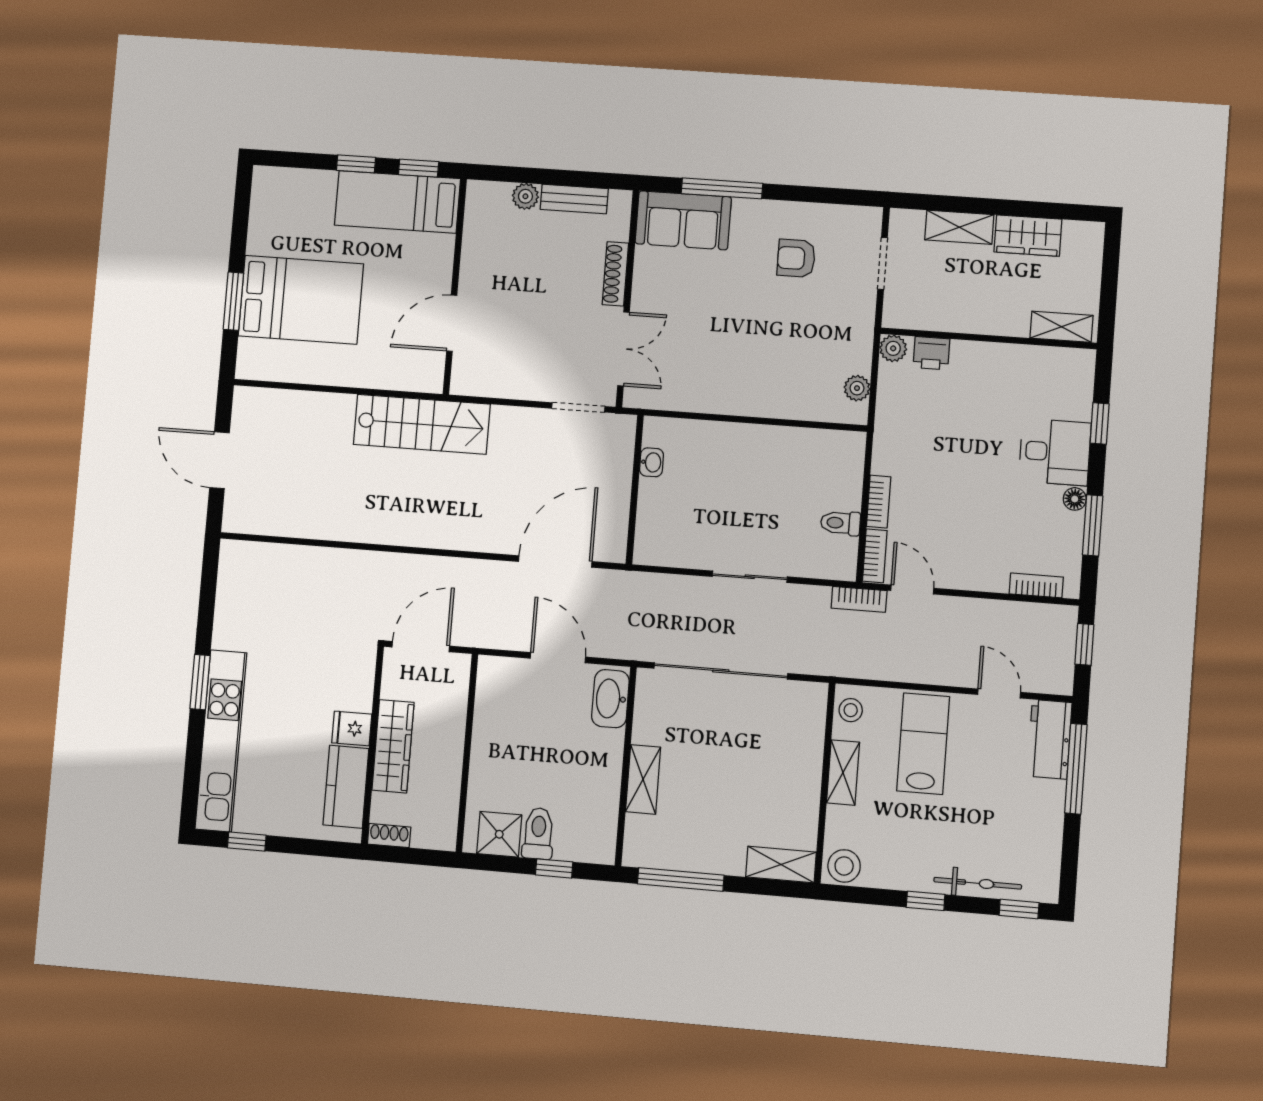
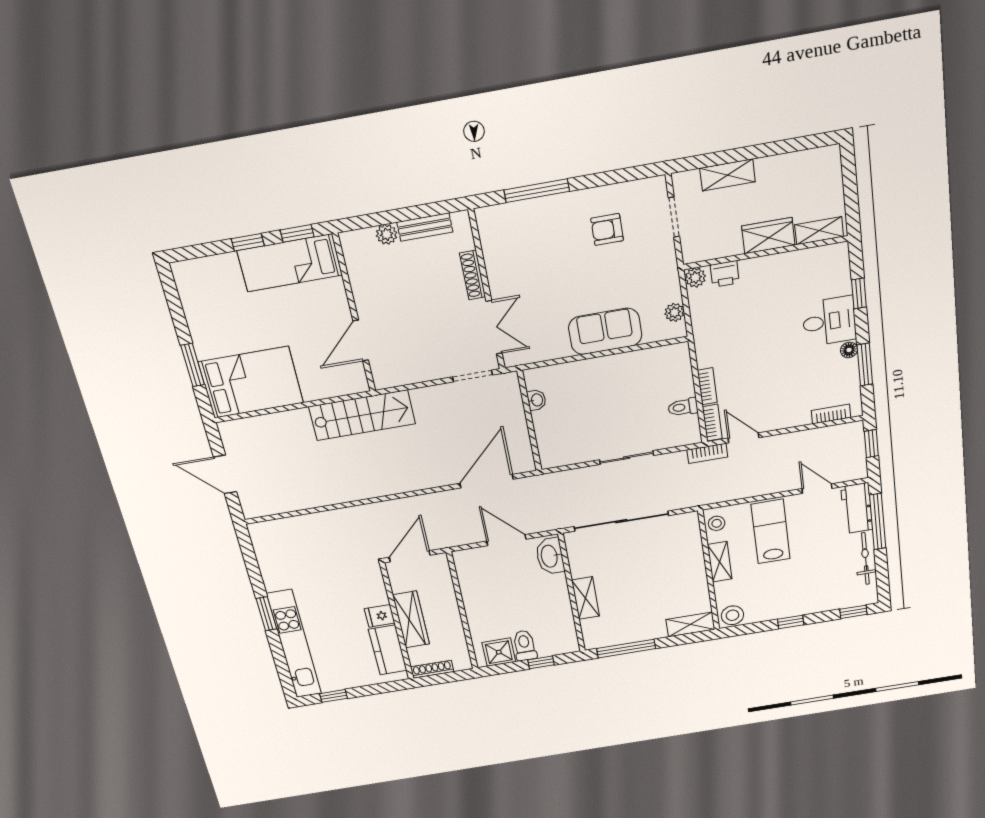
sofa: (683, 220) -> (605, 331), moved, turned 180
wardrobe: (1028, 236) -> (768, 236), moved, turned 180
bed: (301, 300) -> (251, 382), moved
shoe rack: (389, 836) -> (432, 669), width x1.43
bicycle: (978, 883) -> (865, 559), moved, turned -90

